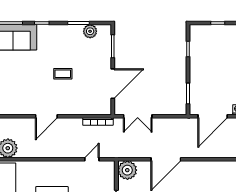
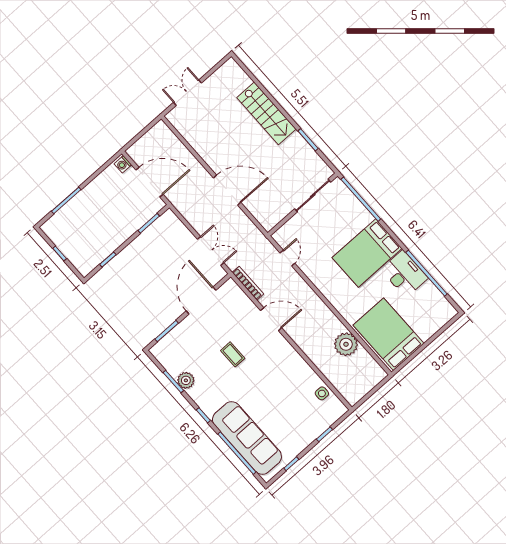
plant: (90, 31) -> (186, 380), moved
door: (113, 84) -> (201, 300), hinge flipped
door: (46, 116) -> (271, 319), moved
door: (92, 159) -> (287, 258), swing flipped
plant: (127, 170) -> (269, 217), removed

